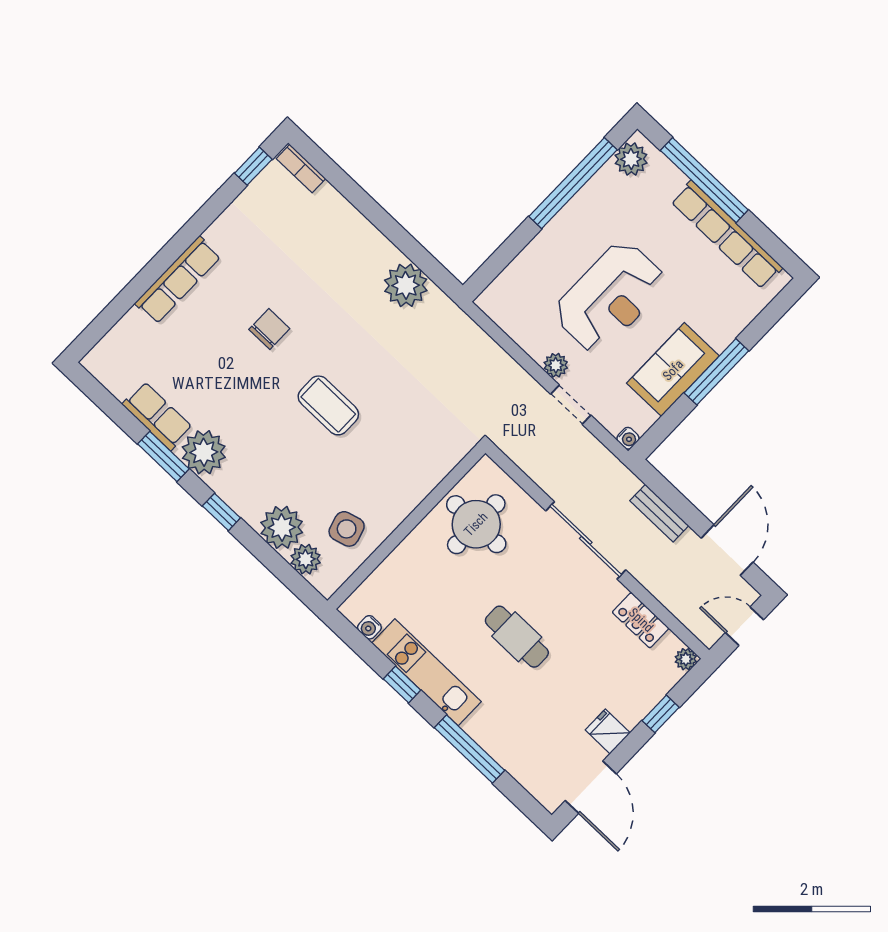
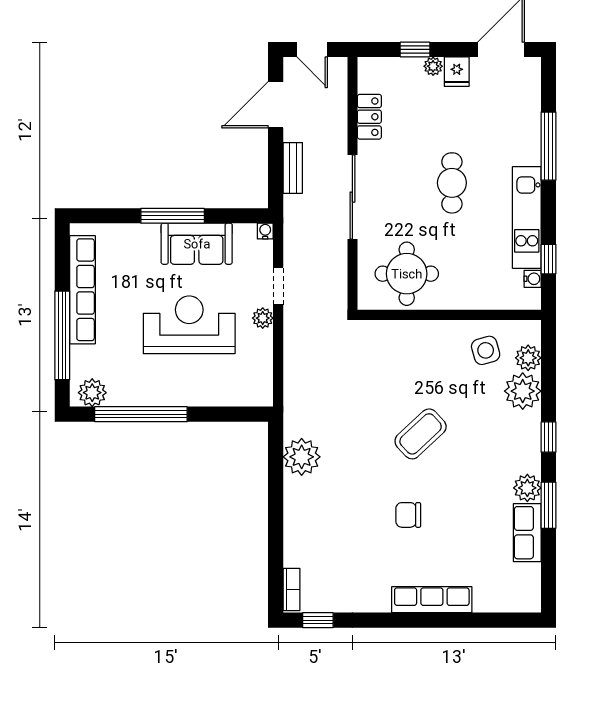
coffee table: (328, 405) -> (421, 434), turned 47
plant: (204, 452) -> (527, 488), width x0.73, depth x0.73
plant: (686, 659) -> (433, 66), moved
window: (402, 685) -> (548, 259), moved

